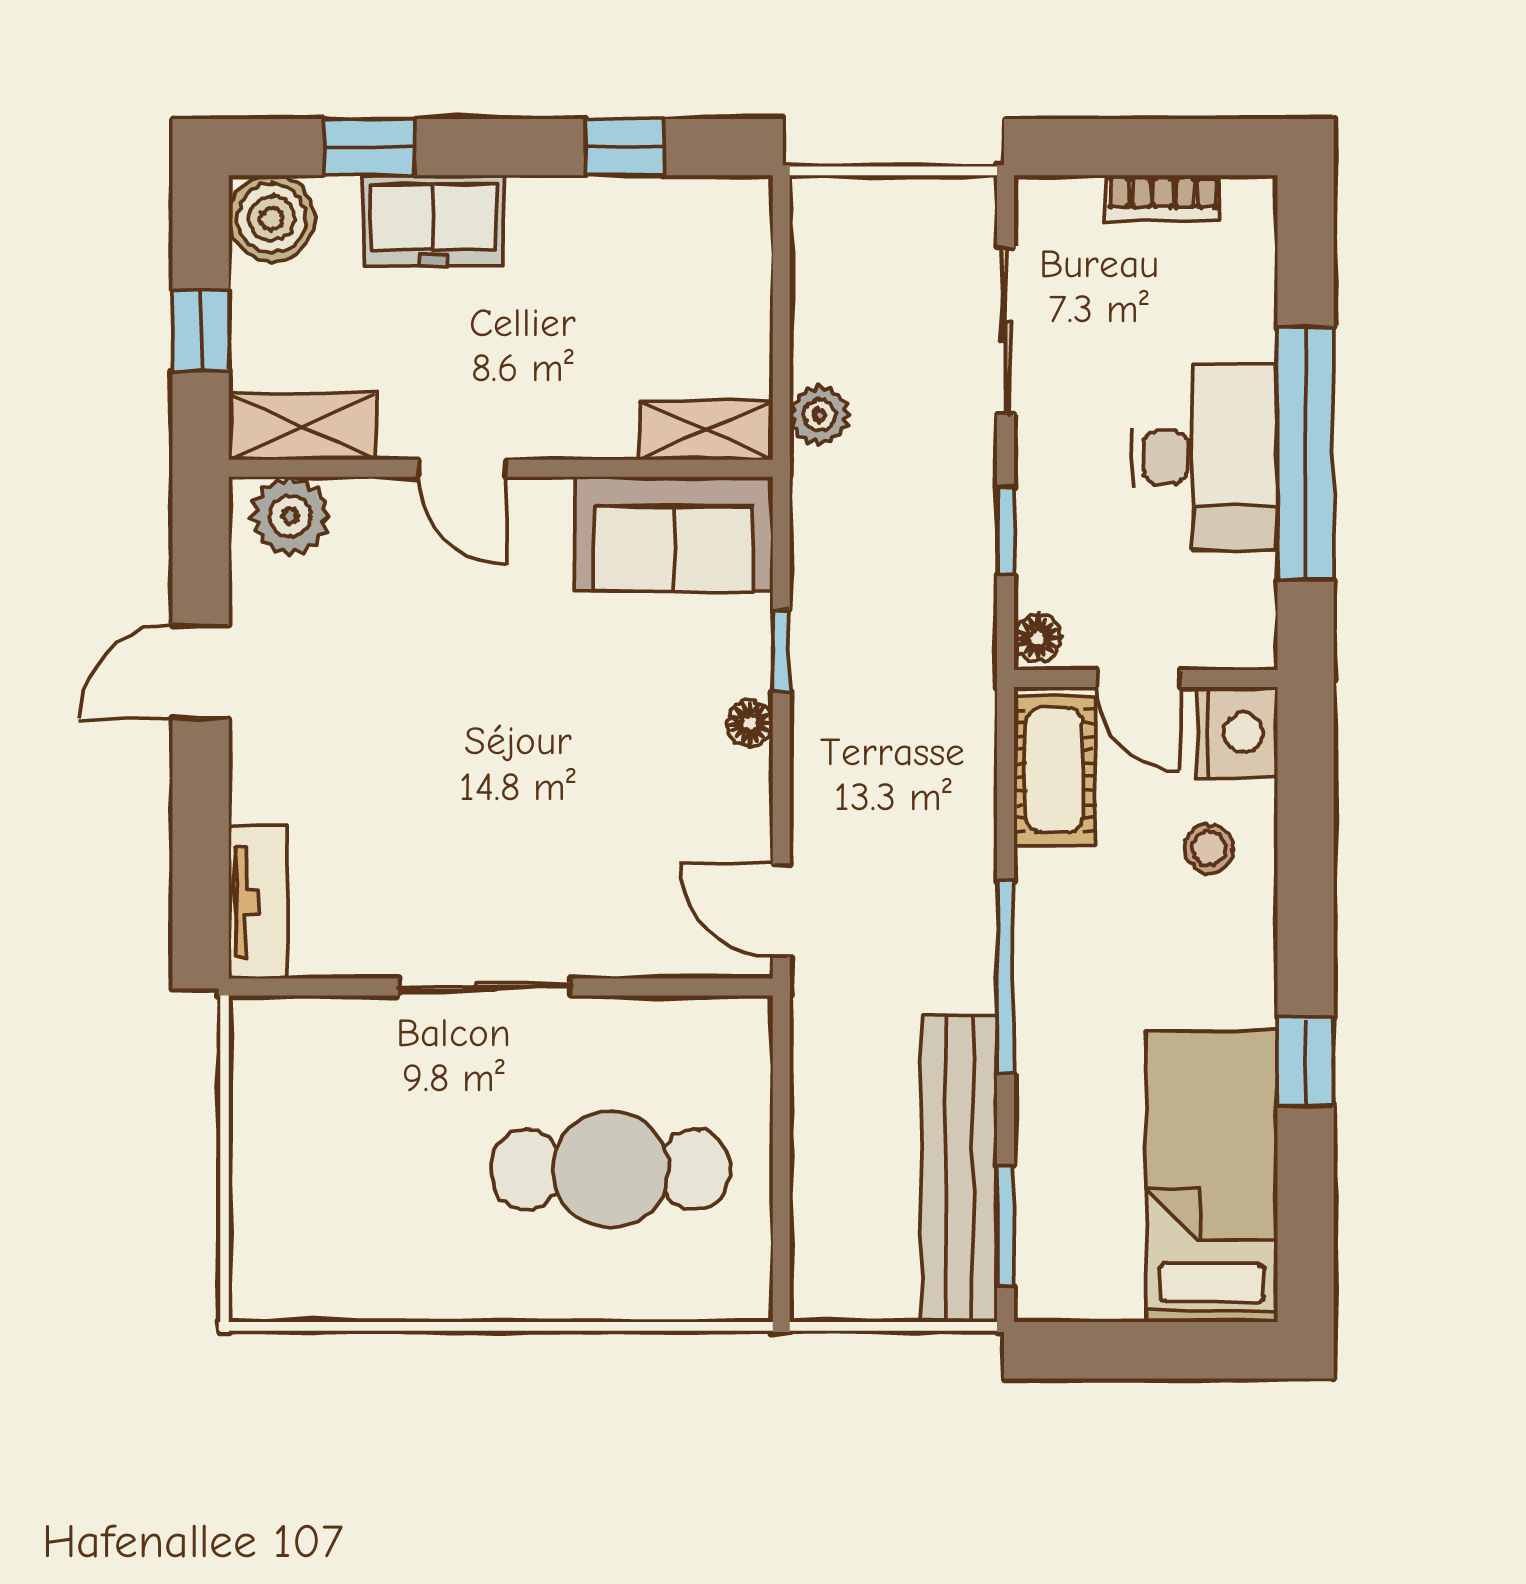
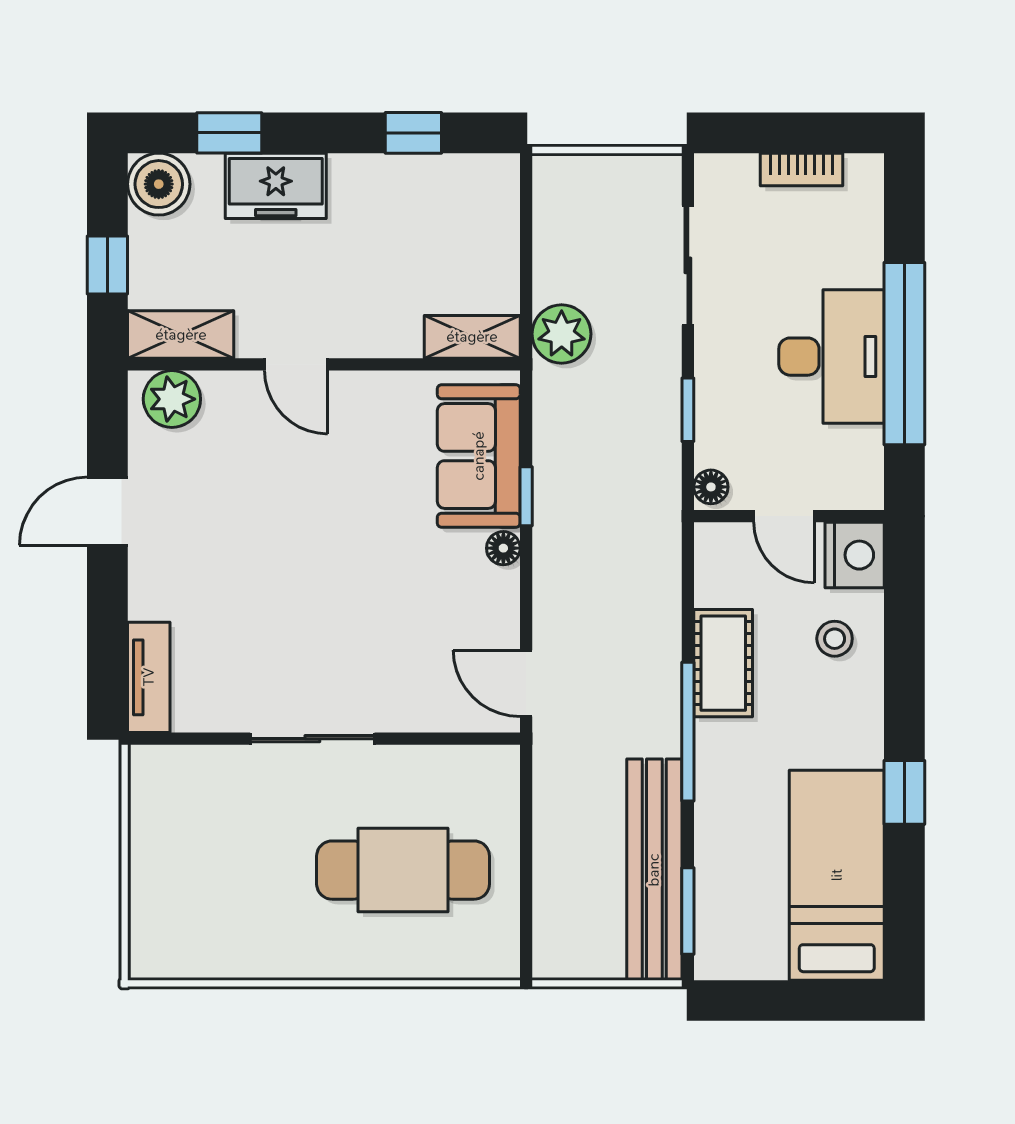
plant: (819, 415) -> (562, 334), width x1.38, depth x1.38
sofa: (674, 534) -> (479, 456), moved, turned 90
cot: (1055, 770) -> (723, 663), moved

